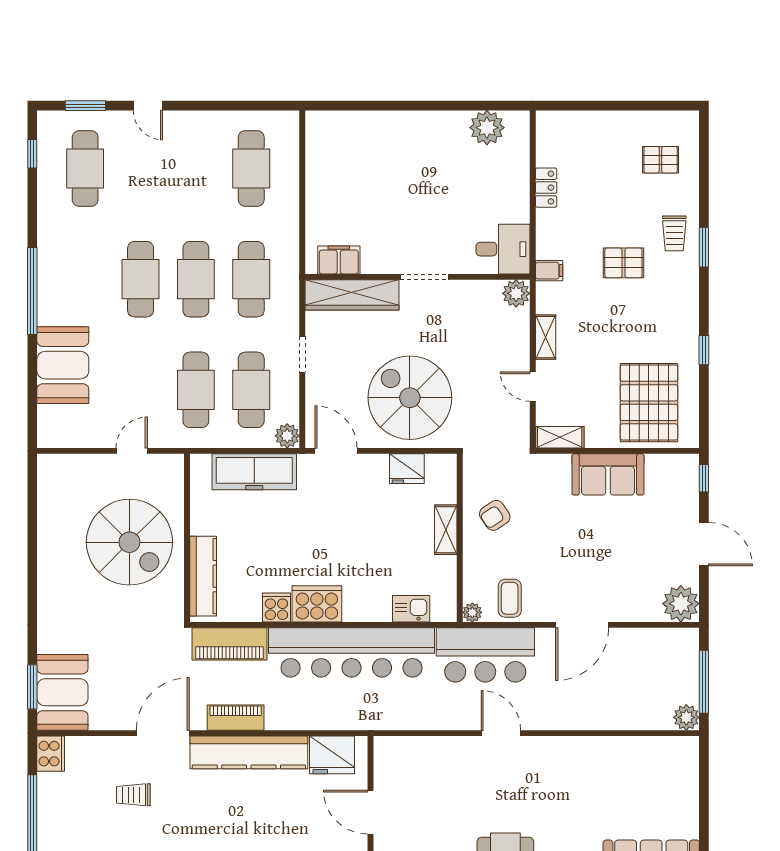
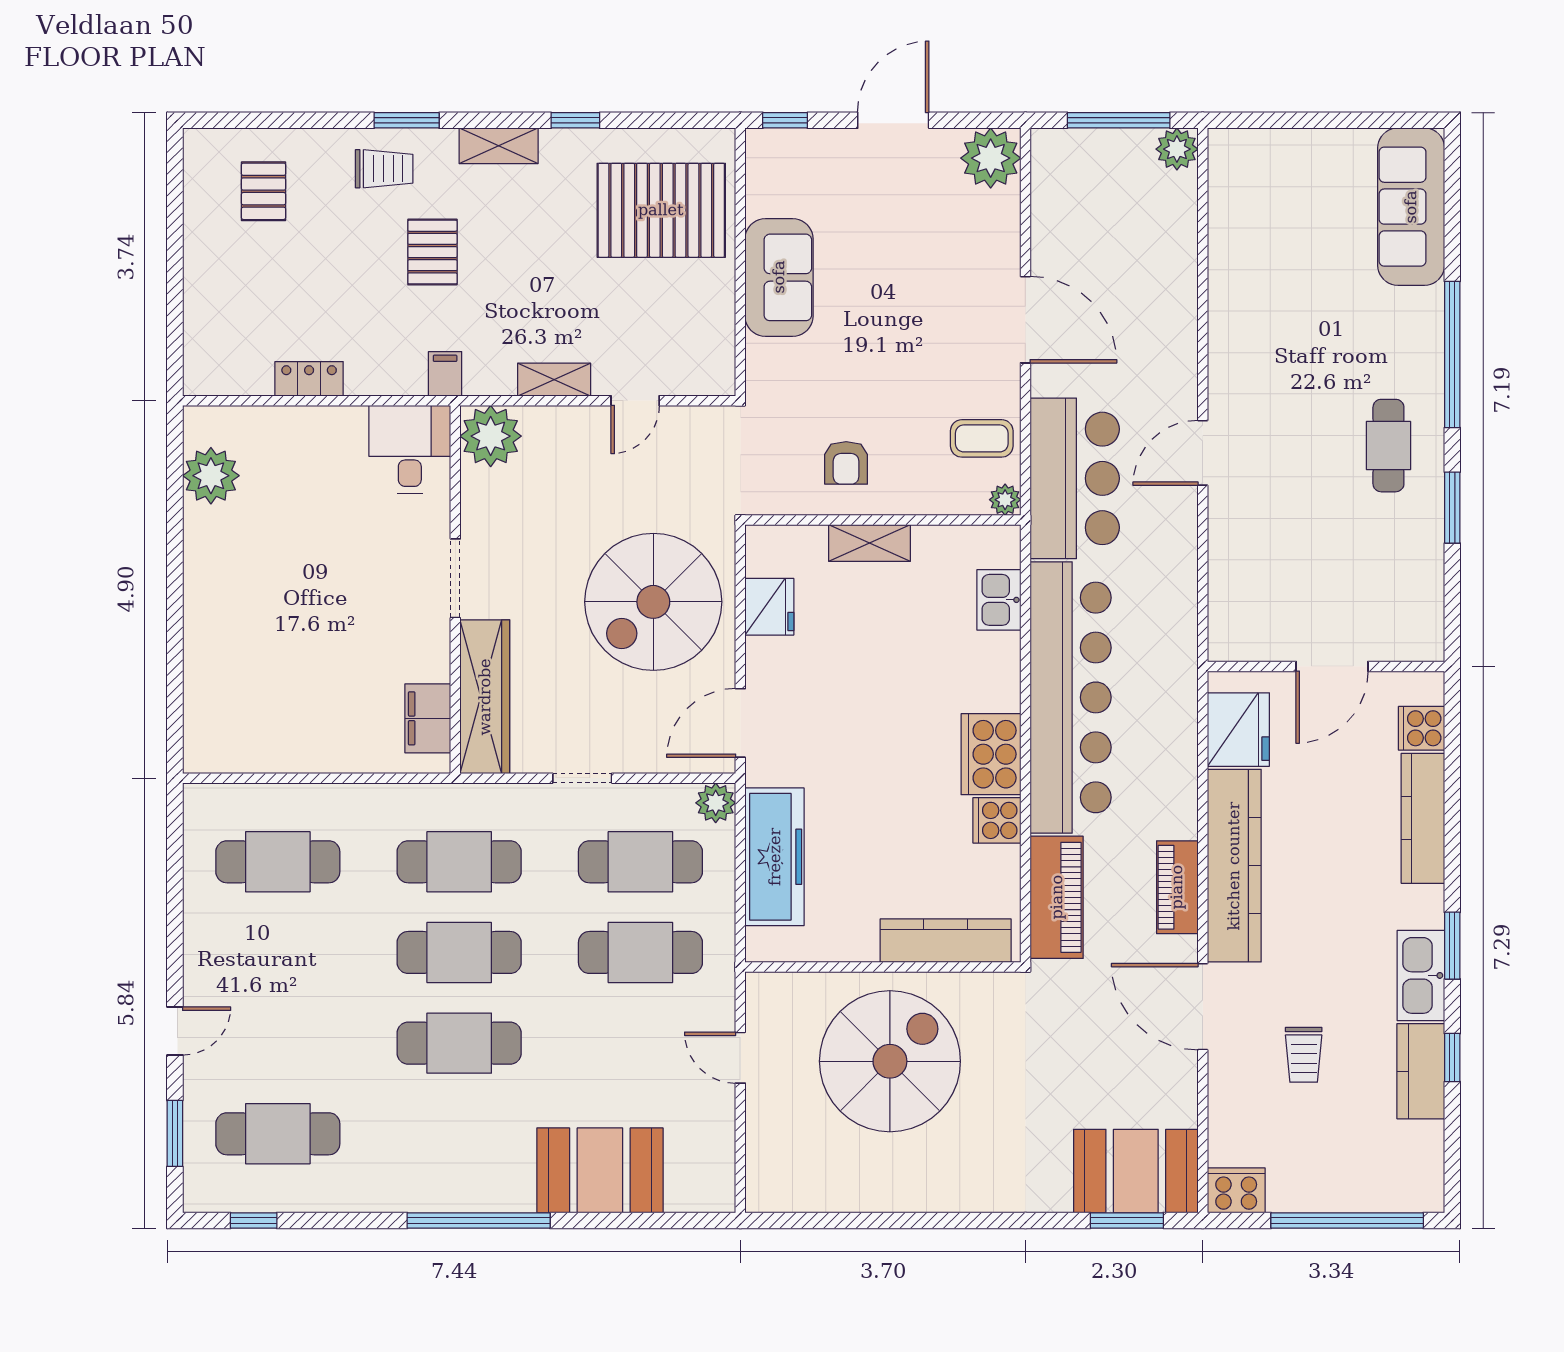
plant: (516, 293) -> (491, 436), width x1.36, depth x1.36
shelving: (560, 437) -> (499, 146), moved, turned 90
armchair: (495, 515) -> (846, 463), turned 34

